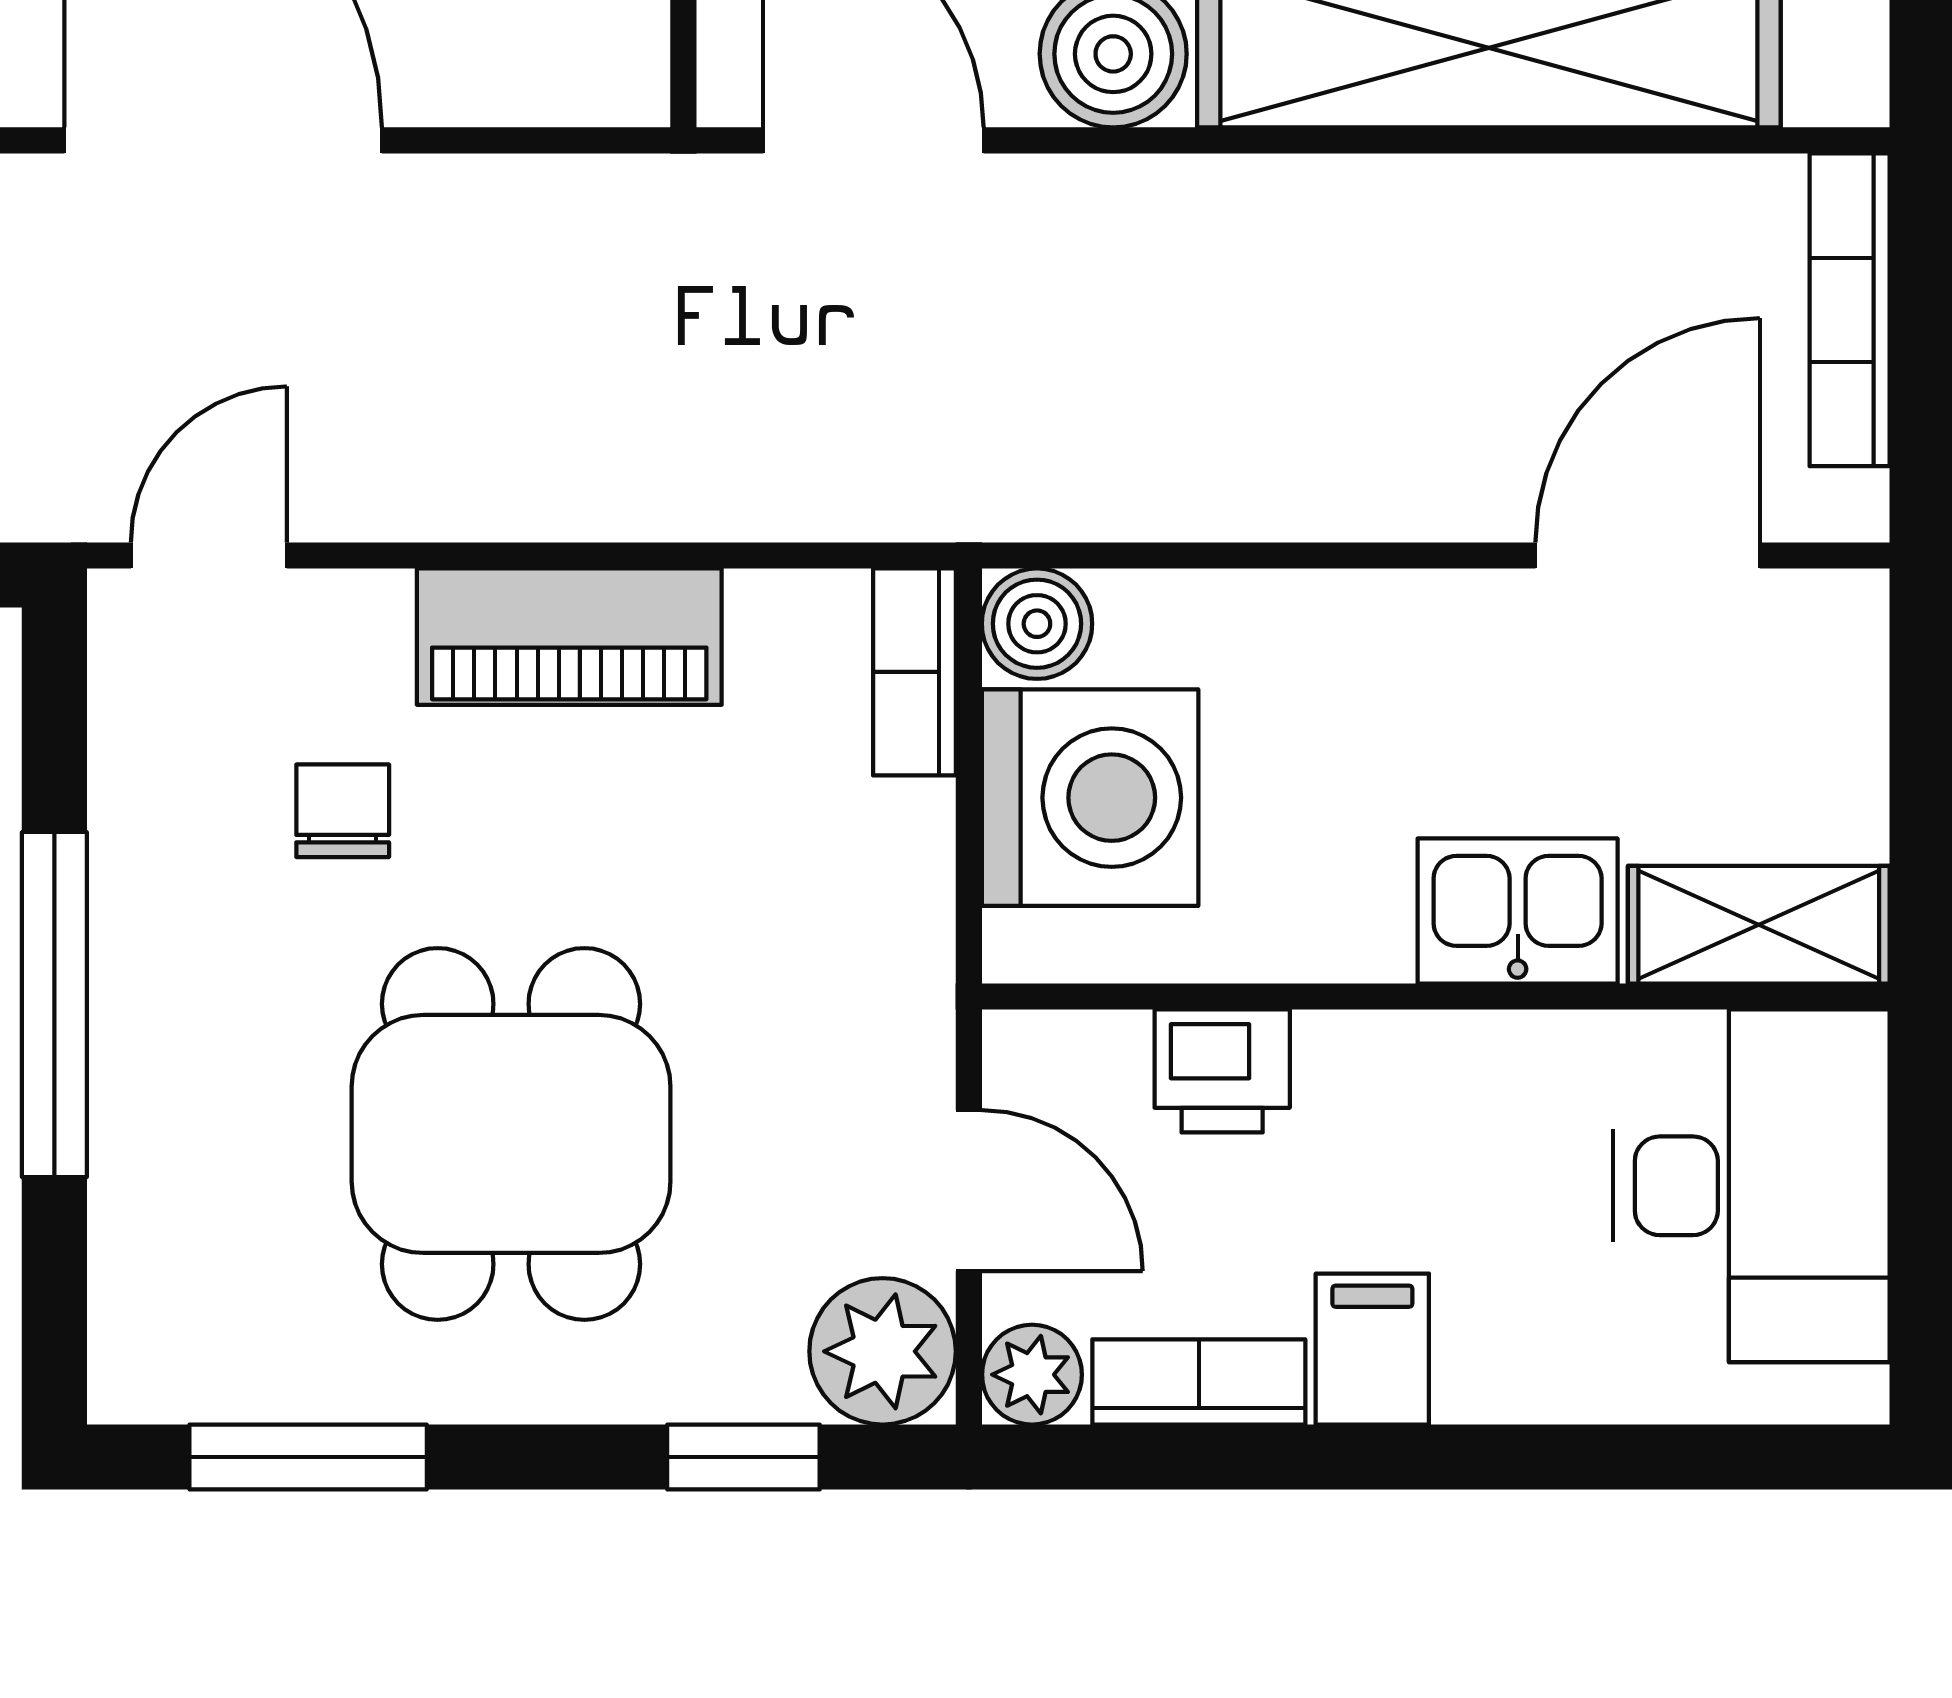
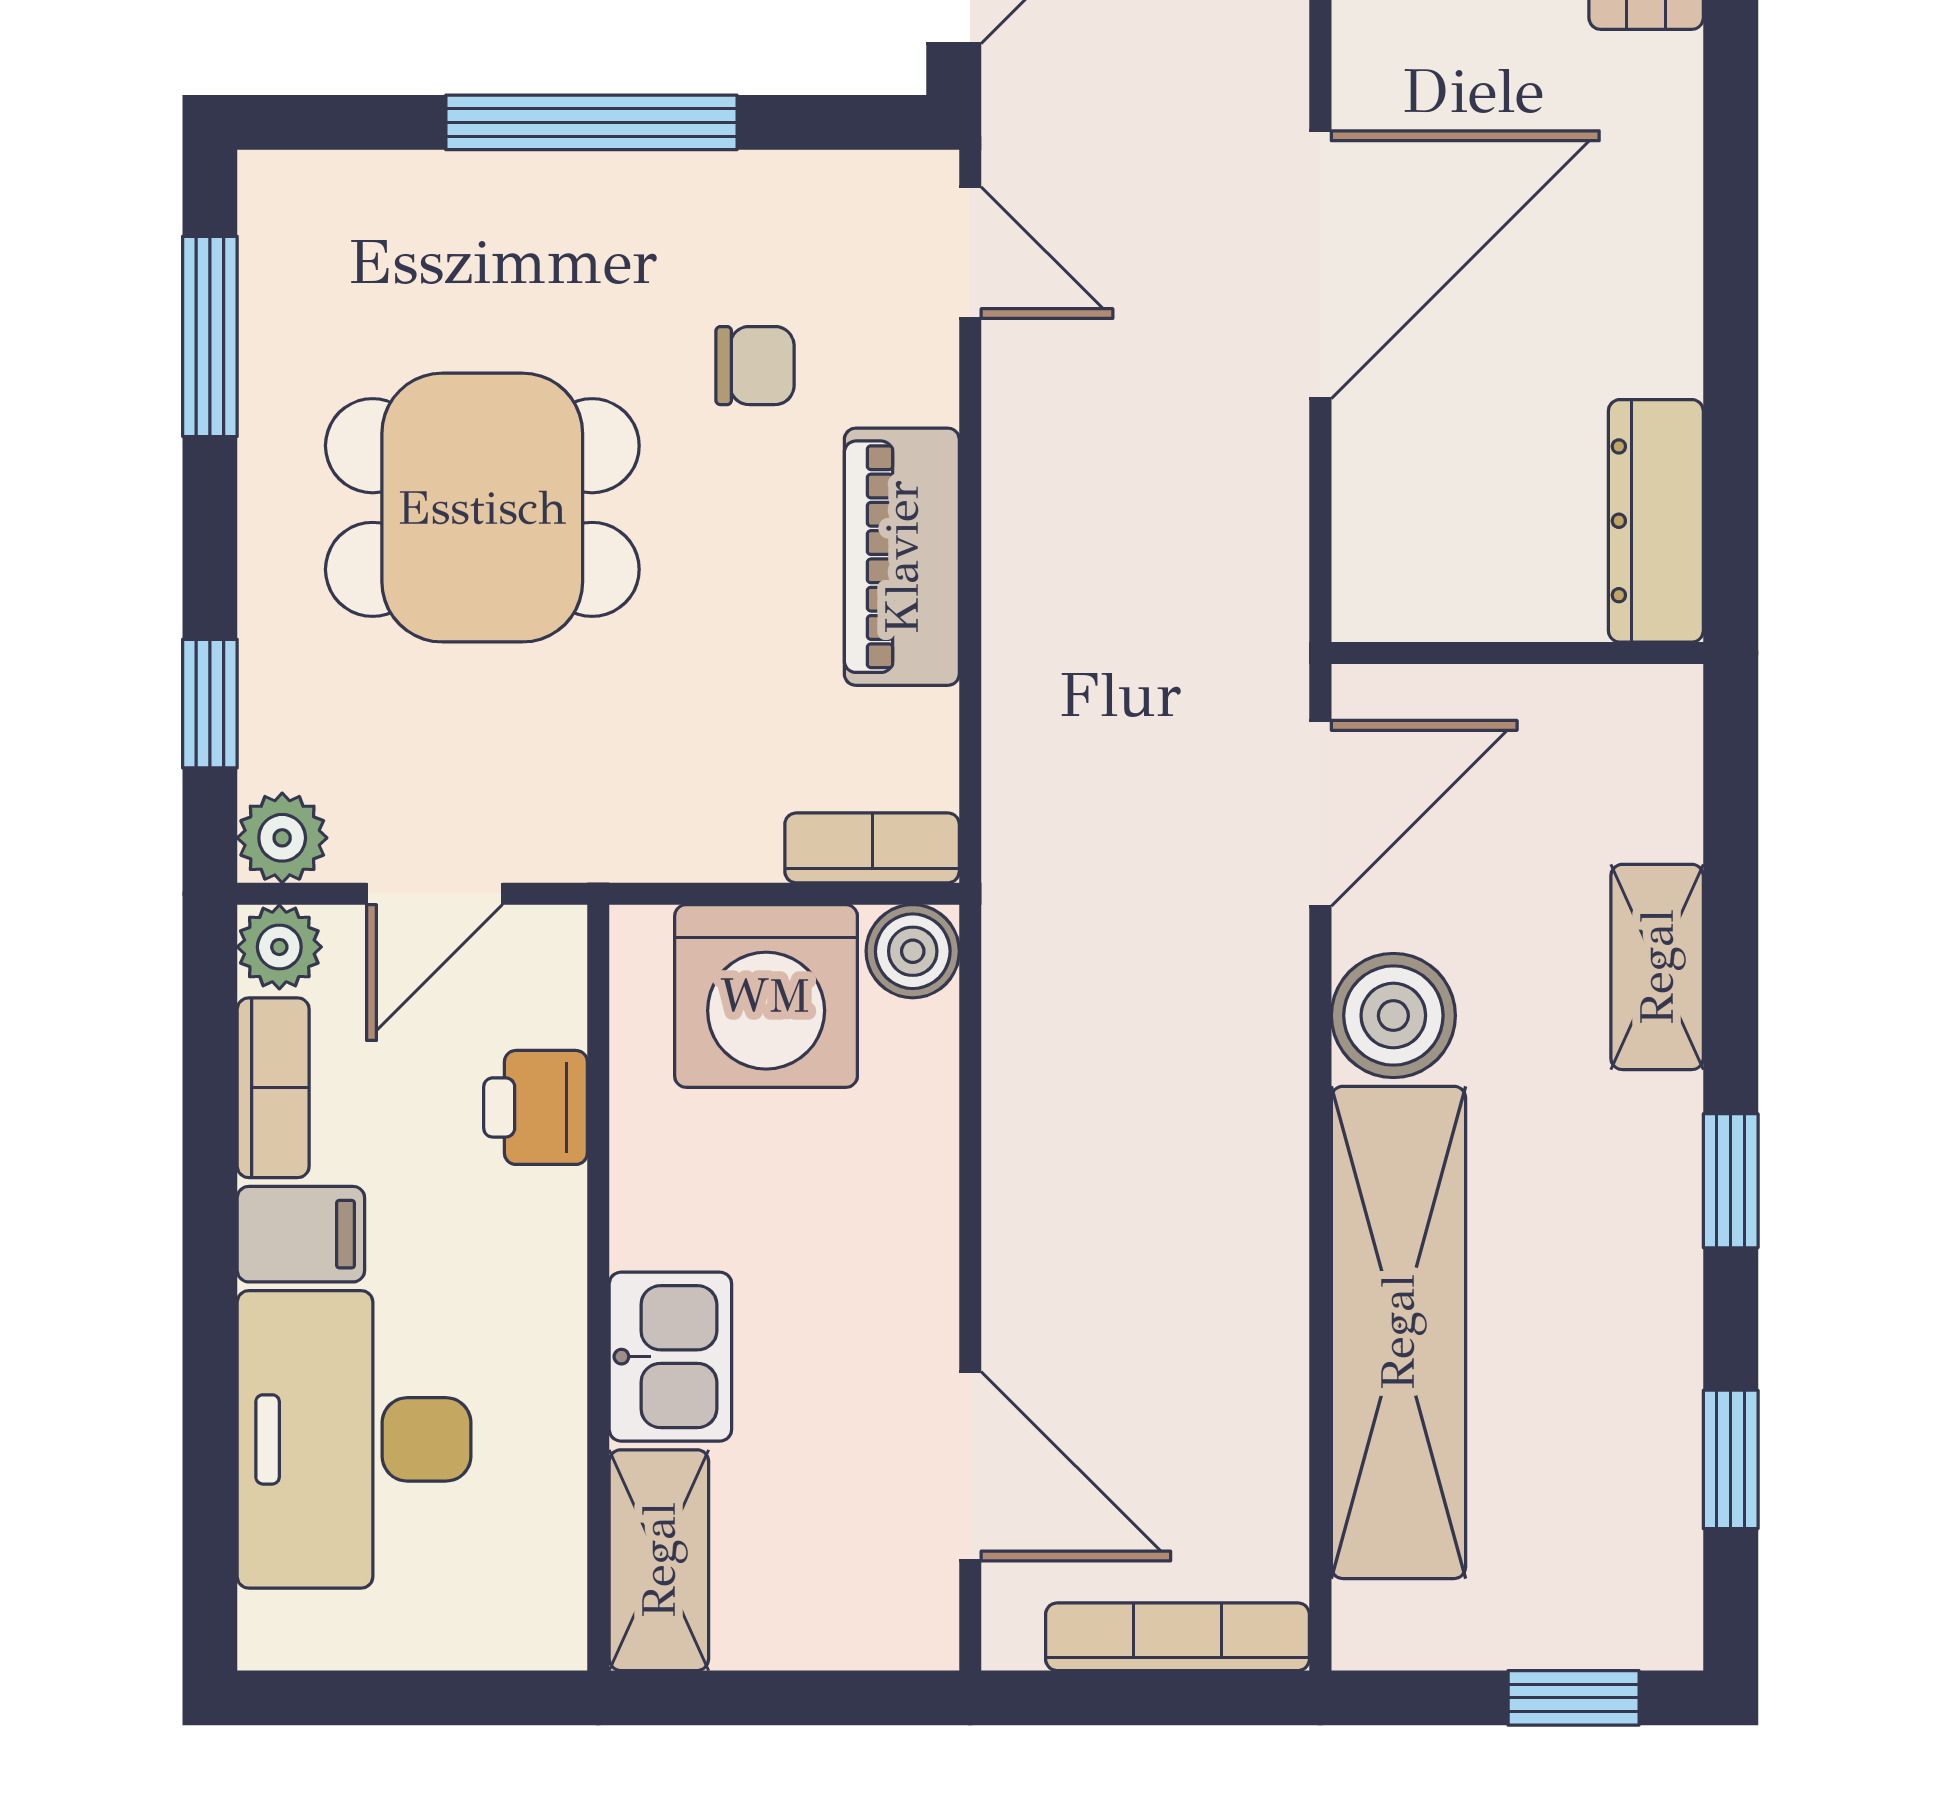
desk: (1751, 1186) -> (354, 1439), moved, turned 90
plant: (883, 1351) -> (282, 838), width x0.73, depth x0.73

